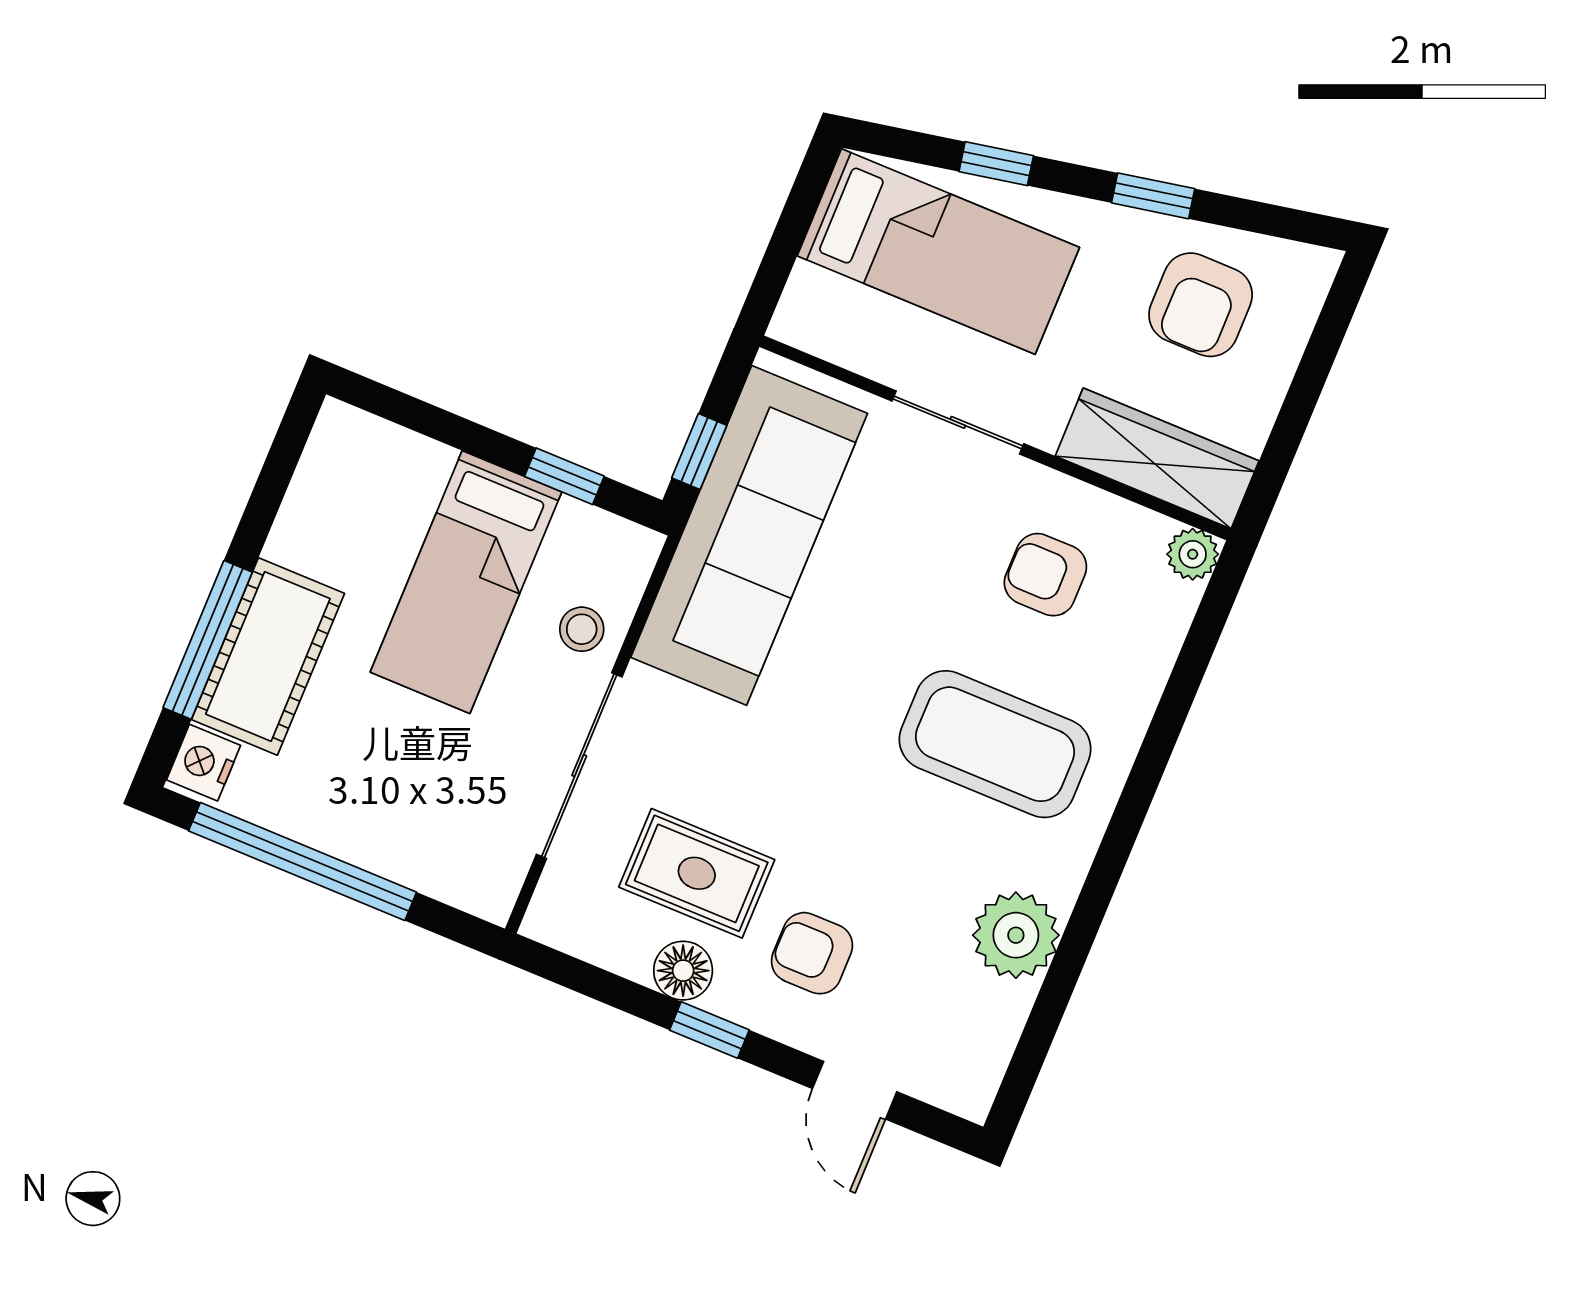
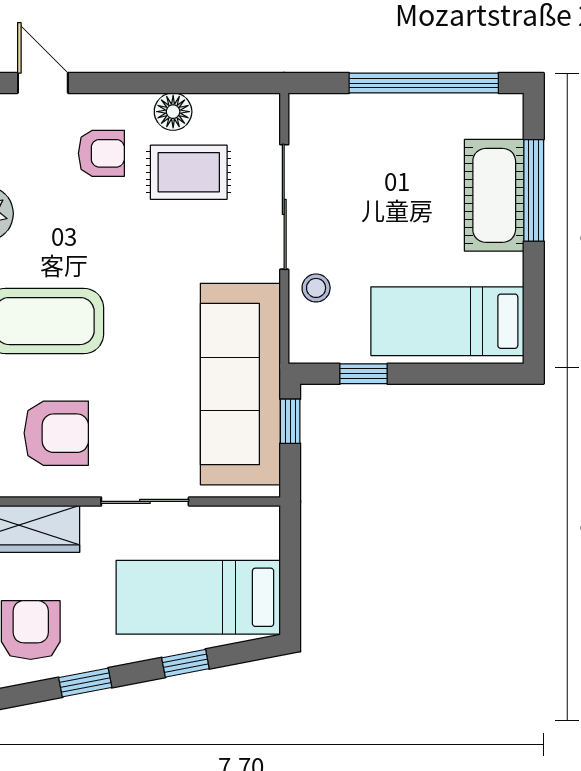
armchair: (1045, 575) -> (56, 433), width x1.38, depth x1.38
bed: (466, 582) -> (447, 321), moved, turned -90
nightstand: (204, 763) -> (506, 117), removed
window: (709, 1030) -> (143, 83), removed

